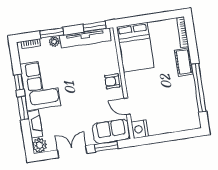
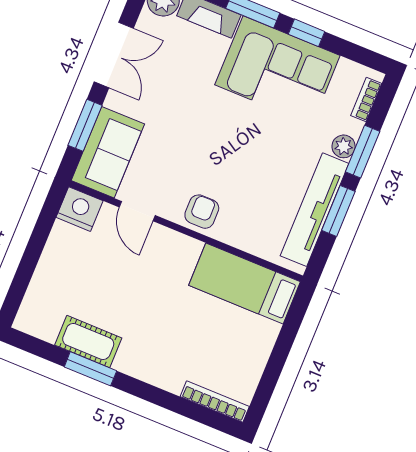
window: (95, 26) -> (338, 211), moved
bed: (135, 47) -> (245, 284), width x0.67
cot: (184, 62) -> (88, 342), moved
window: (199, 88) -> (90, 369), width x0.47
door: (127, 106) -> (137, 211), swing flipped

